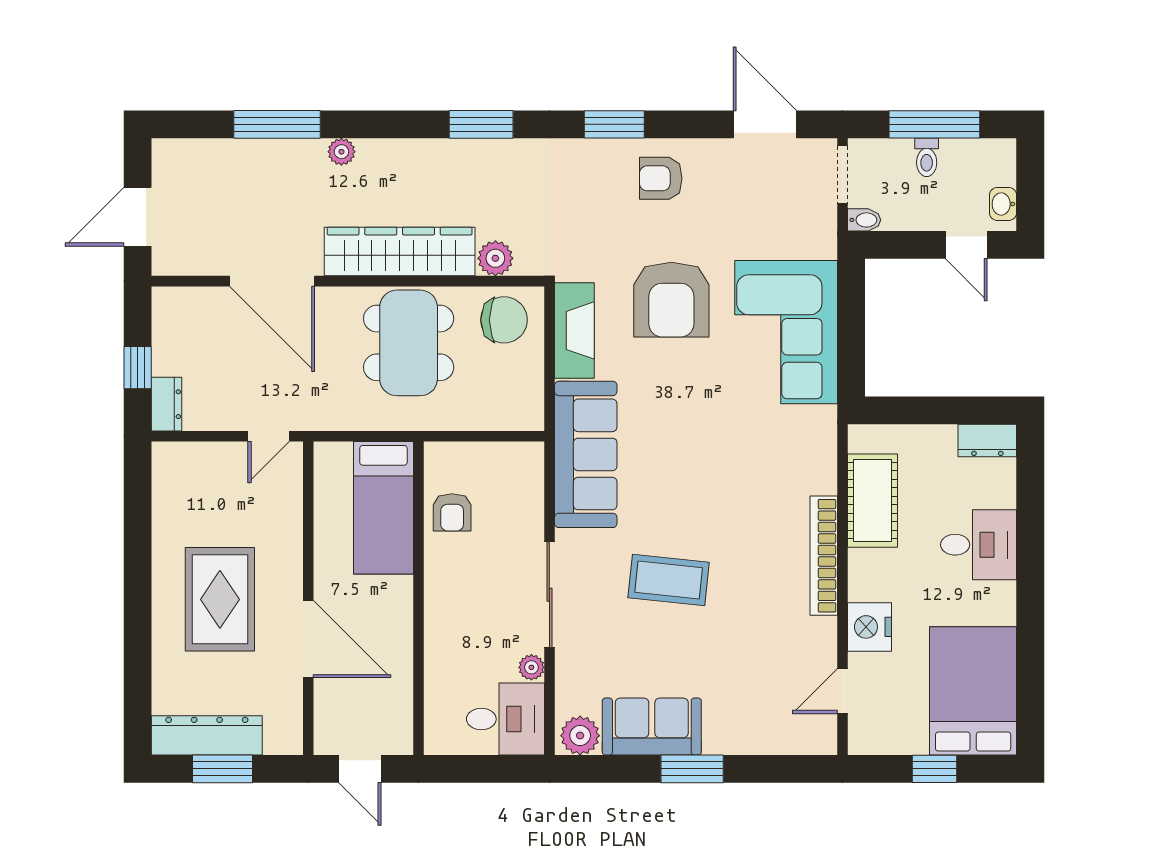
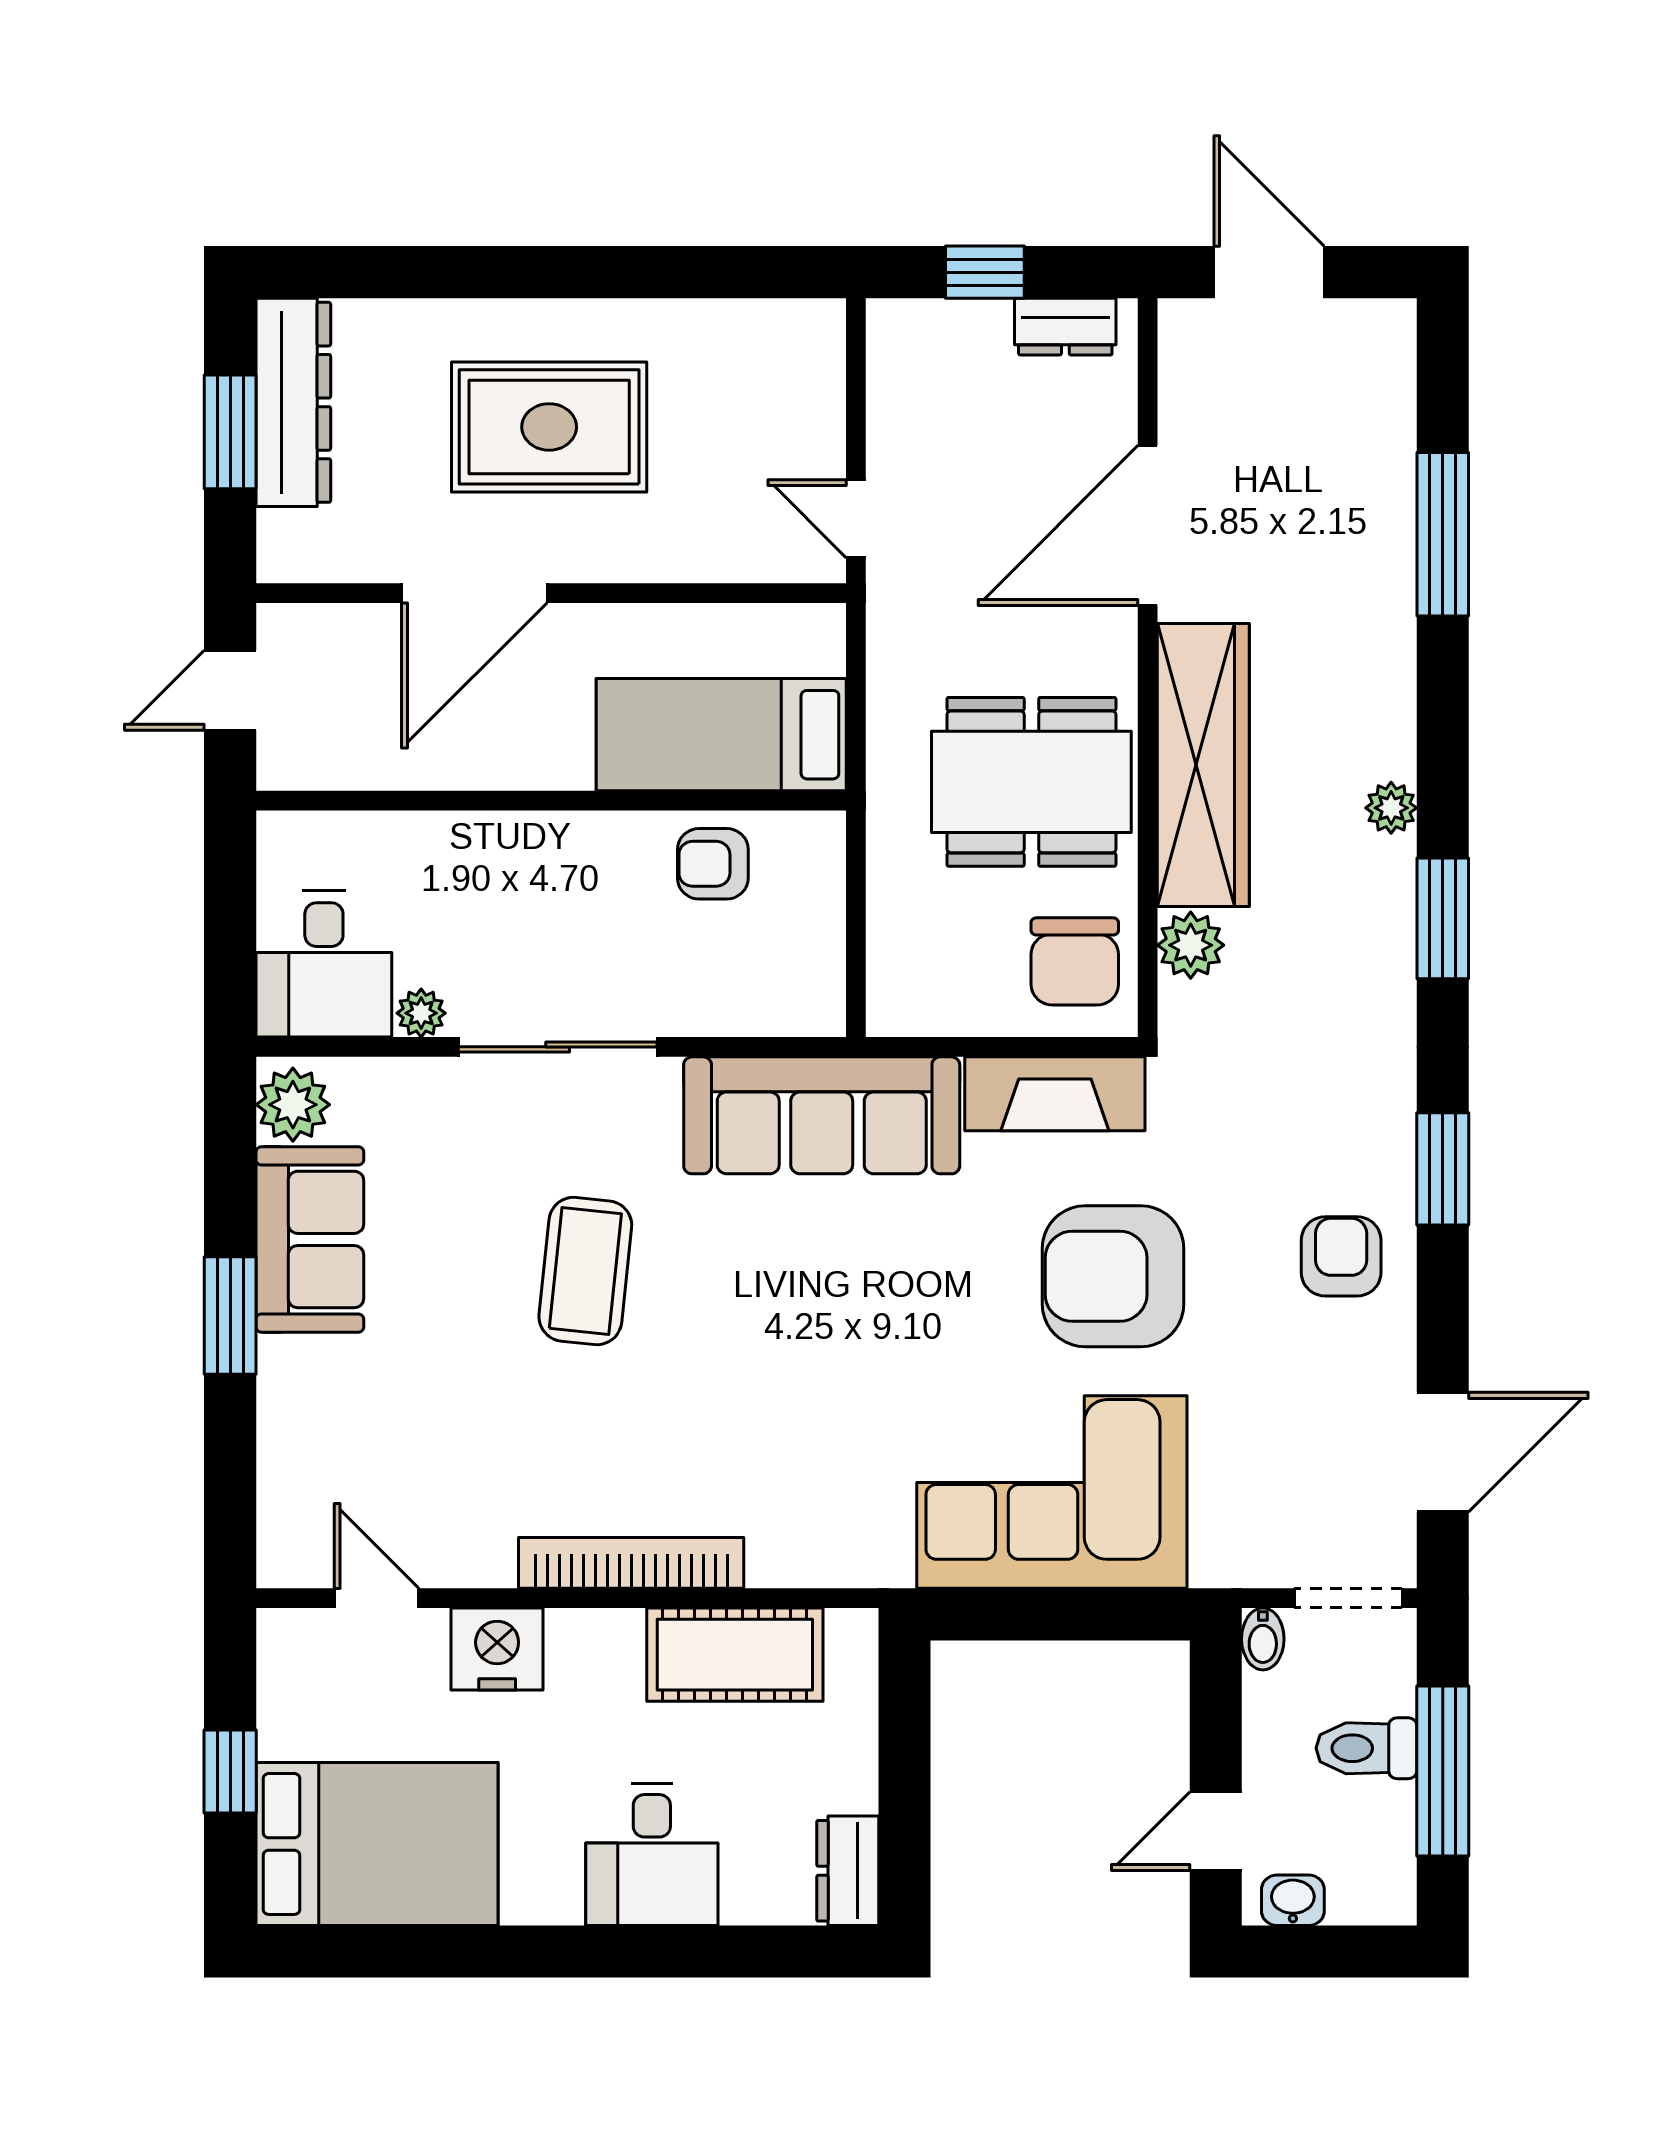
plant: (341, 152) -> (1391, 808), moved
toilet: (927, 157) -> (1366, 1748), width x1.37, depth x1.39
dresser: (167, 404) -> (1065, 327), moved

